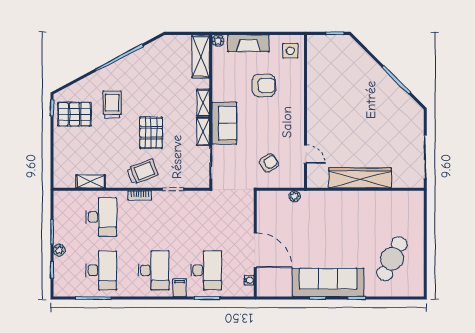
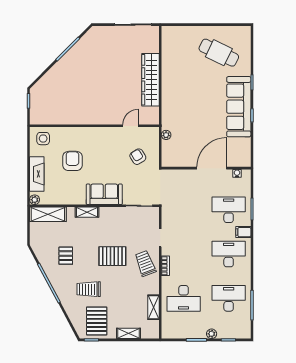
pallet: (152, 78) -> (66, 256), added
shelving: (203, 131) -> (129, 333), moved
desk: (101, 217) -> (184, 298), turned 180

